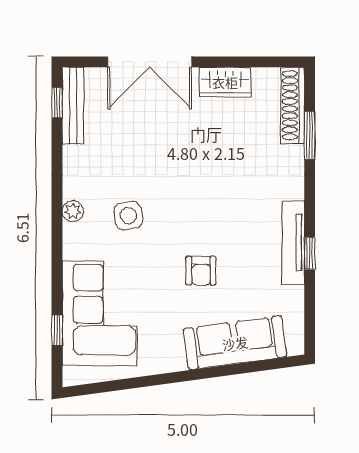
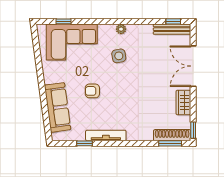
window: (282, 62) -> (193, 130), added
window: (310, 135) -> (170, 143), moved
window: (310, 253) -> (85, 143), moved

